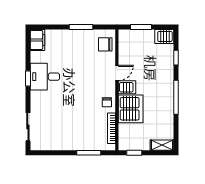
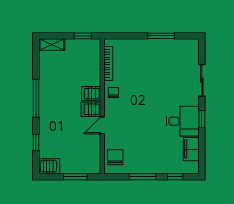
window: (52, 27) -> (175, 177), added
filing cabinet: (37, 40) -> (191, 149), moved
chair: (105, 44) -> (115, 157), turned -90
server rack: (131, 109) -> (91, 94), width x0.46, depth x0.70
sliding door: (28, 127) -> (202, 80), moved
window: (89, 153) -> (161, 36), moved

